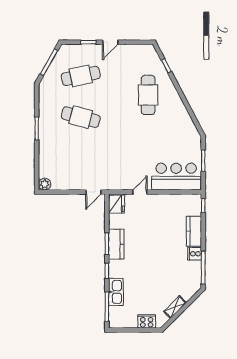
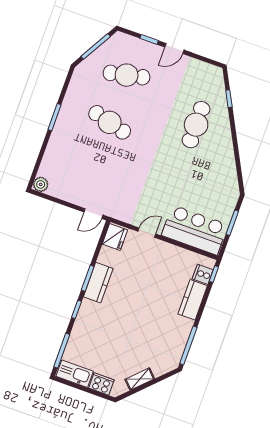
cooker: (195, 254) -> (203, 274), moved
kitchen sink: (116, 292) -> (75, 374), moved, turned -90

